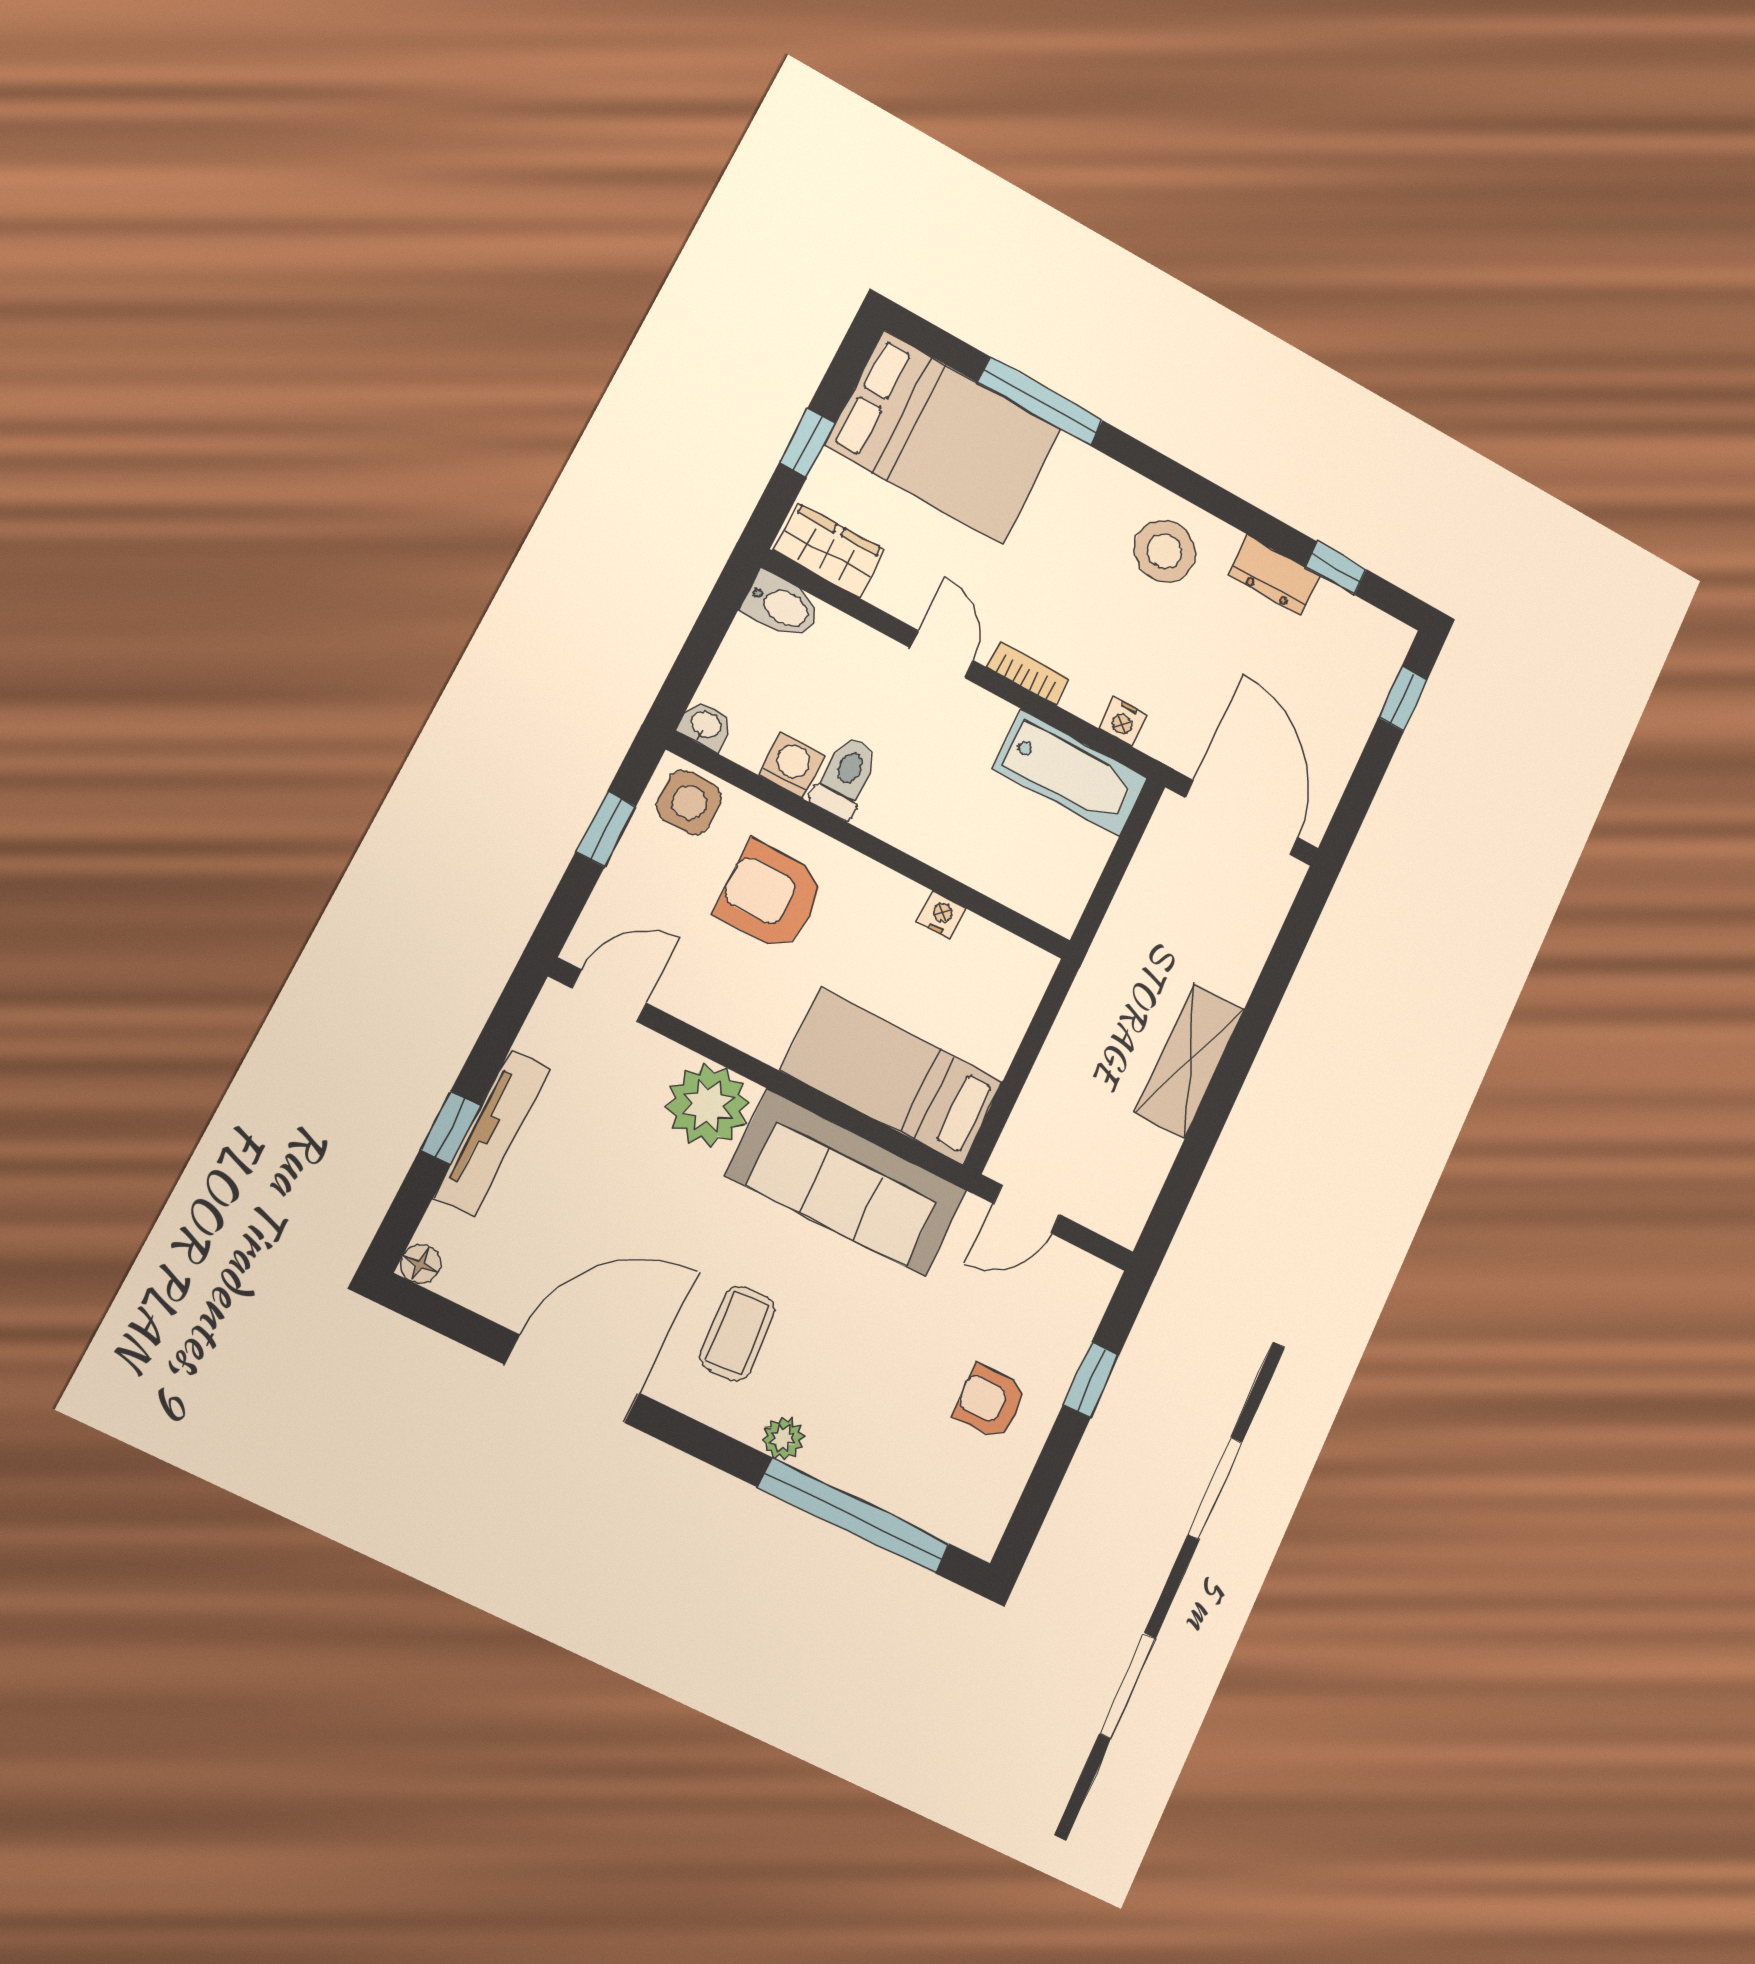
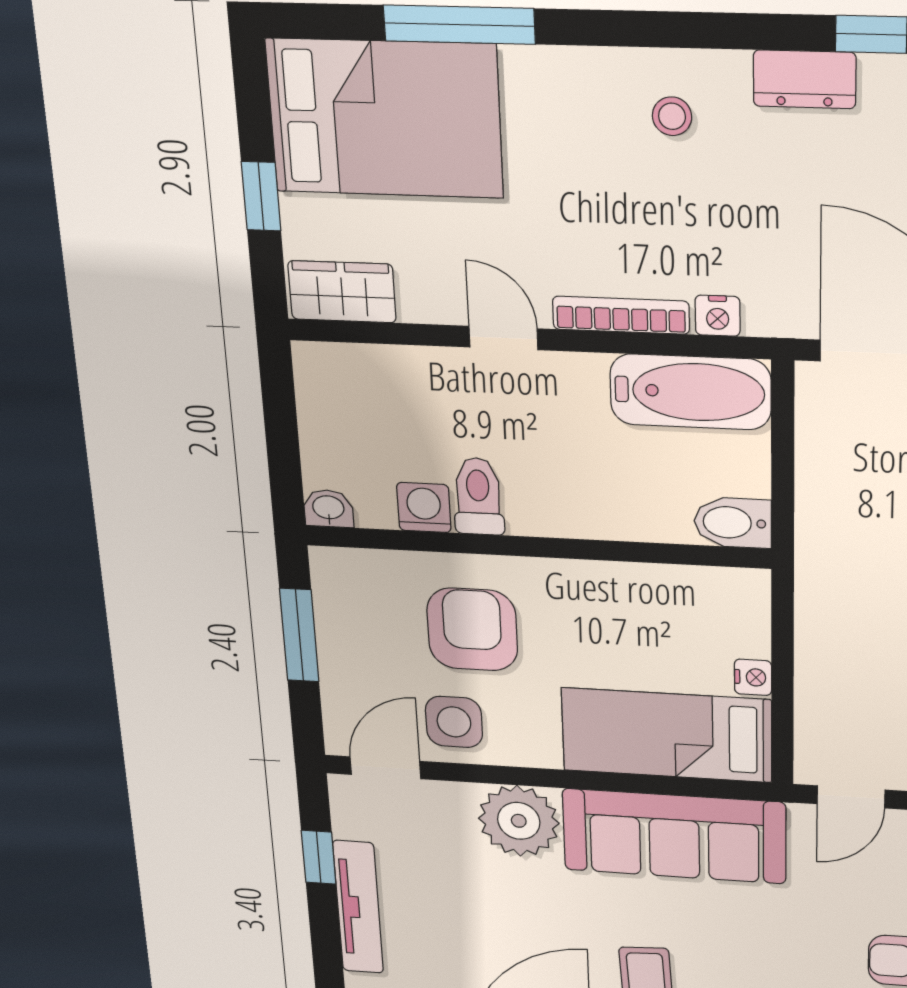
stool: (1165, 551) -> (672, 116), width x0.53, depth x0.53
bidet: (781, 606) -> (733, 523), moved, turned 180
bookcase: (1028, 673) -> (621, 315), width x1.56
side table: (689, 802) -> (454, 722), moved
window: (606, 829) -> (299, 635), width x1.50
armchair: (771, 896) -> (472, 629), turned 90
nightstand: (942, 915) -> (753, 677), moved, turned 90
window: (450, 1128) -> (319, 857), moved

